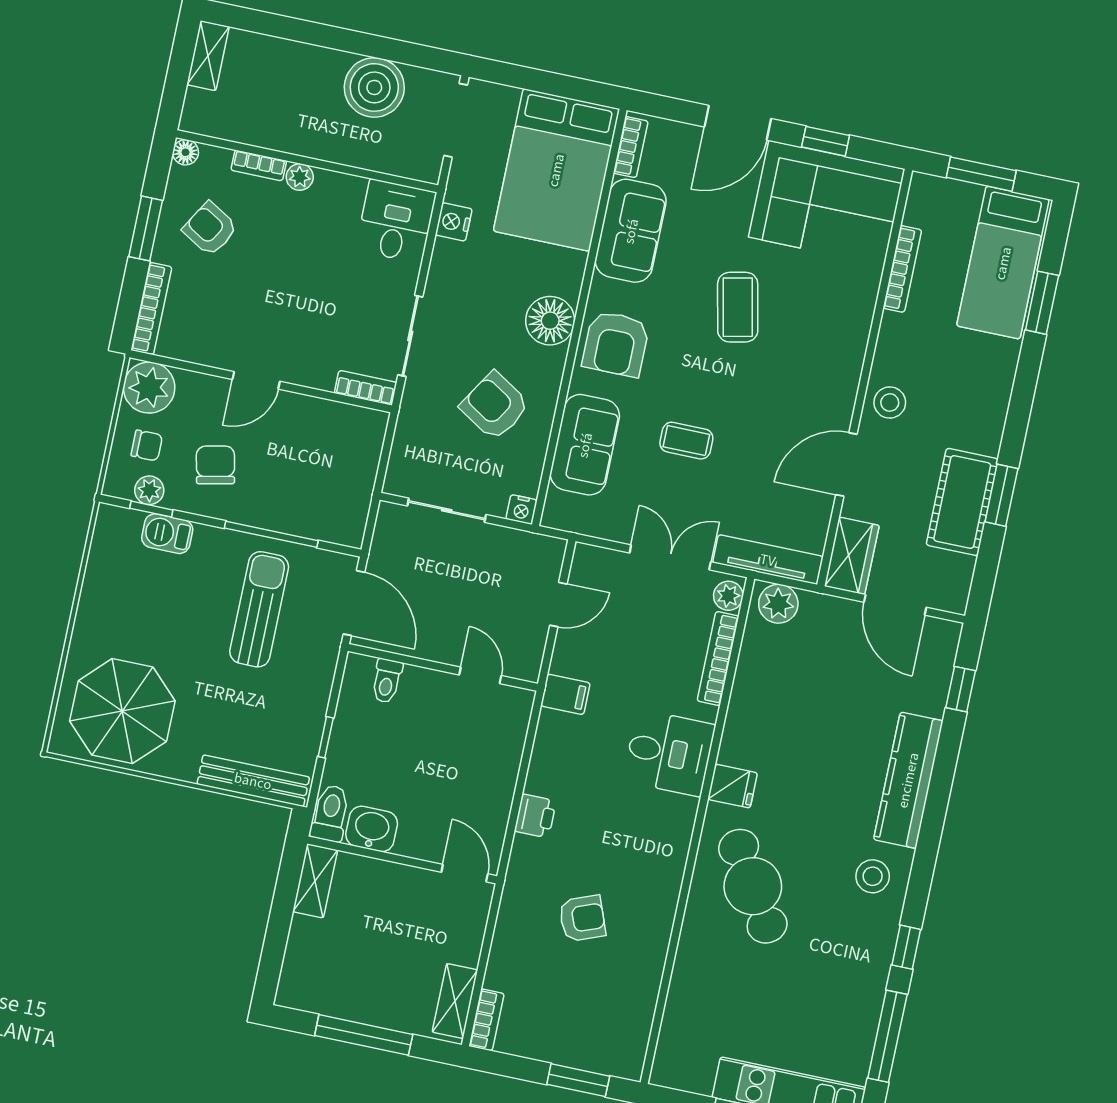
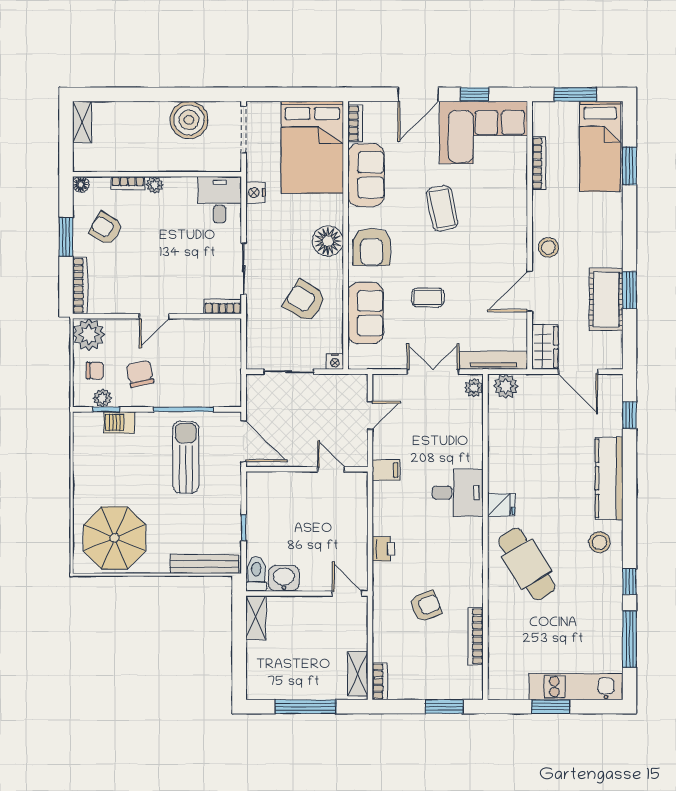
bookcase: (718, 658) -> (476, 636), moved
toilet: (387, 681) -> (274, 485), removed

